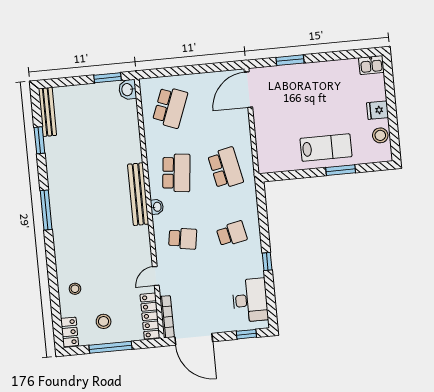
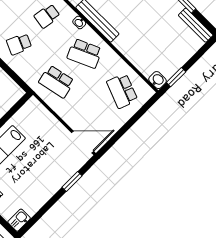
door: (248, 90) -> (83, 142), hinge flipped
school desk: (176, 173) -> (85, 53), turned -30
school desk: (232, 234) -> (19, 44), turned 36

